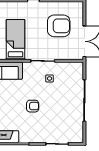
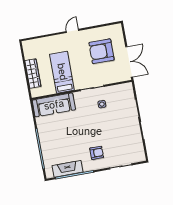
armchair: (59, 26) -> (101, 51), turned 180
armchair: (33, 106) -> (97, 153), moved

